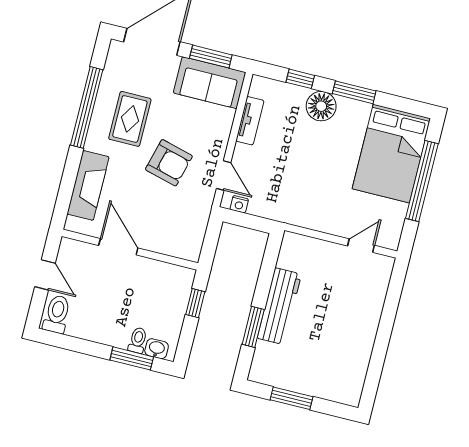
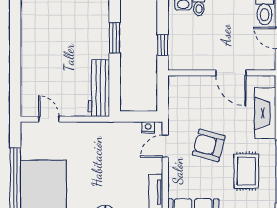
door: (224, 176) -> (165, 146), hinge flipped
door: (361, 246) -> (49, 119), swing flipped
workbench: (279, 306) -> (99, 88), moved

